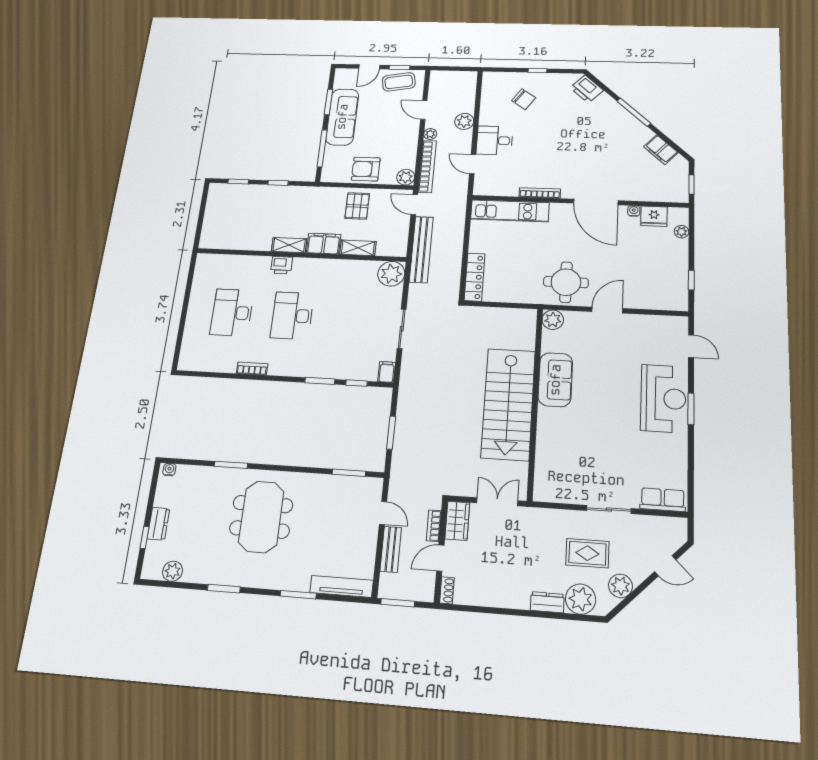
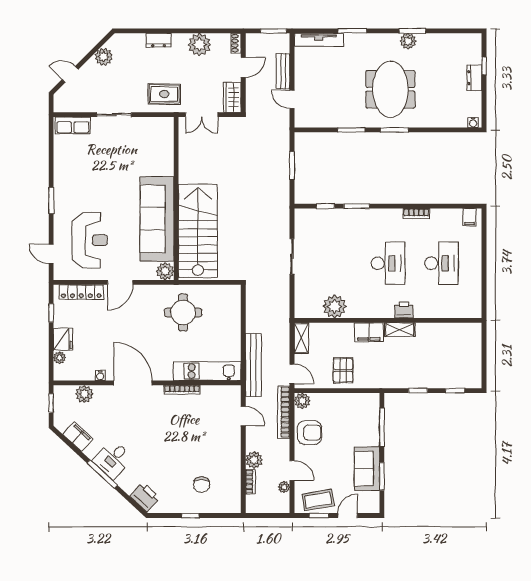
chair: (524, 99) -> (202, 485), turned -125
sofa: (342, 117) -> (367, 469), width x0.73
plant: (430, 134) -> (284, 487), moved
desk: (494, 140) -> (113, 459), moved, turned 133
armchair: (366, 169) -> (310, 433), moved
plant: (653, 193) -> (84, 394), added
fridge: (654, 216) -> (63, 339), moved, turned 90
shelving: (358, 248) -> (301, 338), moved, turned 90
bench: (421, 249) -> (253, 365), moved
plant: (391, 274) -> (335, 306), moved
locker: (475, 277) -> (81, 292), moved, turned -90
round table: (566, 282) -> (183, 312), moved
filing cabinet: (387, 372) -> (470, 217), moved
sofa: (555, 380) -> (157, 219), width x1.85, depth x1.27
reception desk: (663, 398) -> (90, 240), moved, turned 180
stairs: (508, 404) -> (198, 231), moved
window: (231, 465) -> (394, 130), moved
window: (349, 473) -> (351, 130), moved
bookcase: (434, 526) -> (250, 482), moved
rug: (587, 553) -> (164, 94), moved
plant: (173, 571) -> (408, 41), moved
plant: (581, 599) -> (199, 45), moved

